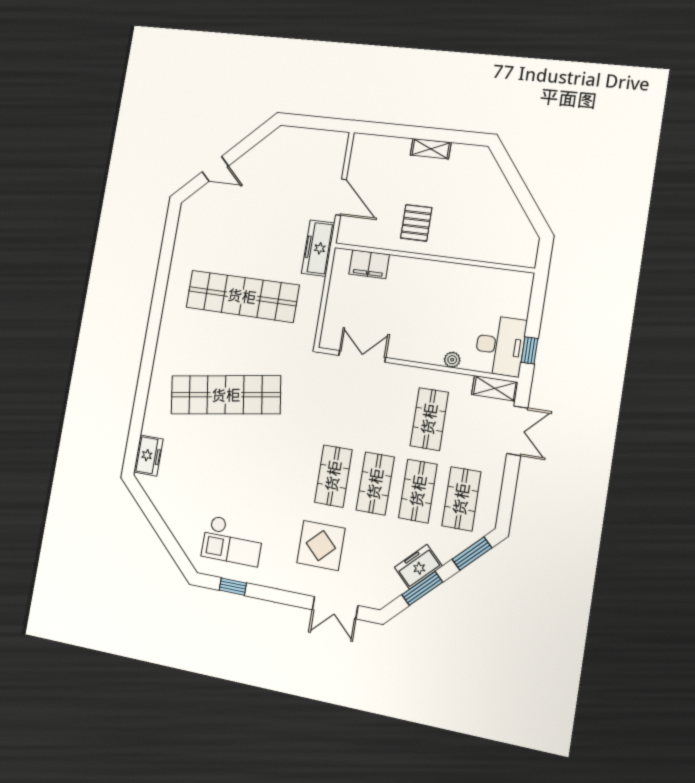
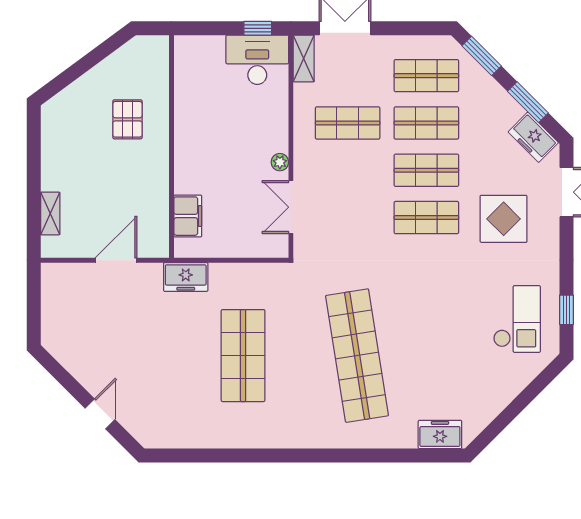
shelving: (431, 149) -> (50, 213), moved
pallet: (416, 223) -> (127, 119), moved, turned 90
freezer: (318, 248) -> (186, 277), width x0.71
shop shelf: (242, 296) -> (243, 356), width x0.71
plant: (452, 360) -> (280, 162), moved
freezer: (418, 567) -> (533, 137), moved

